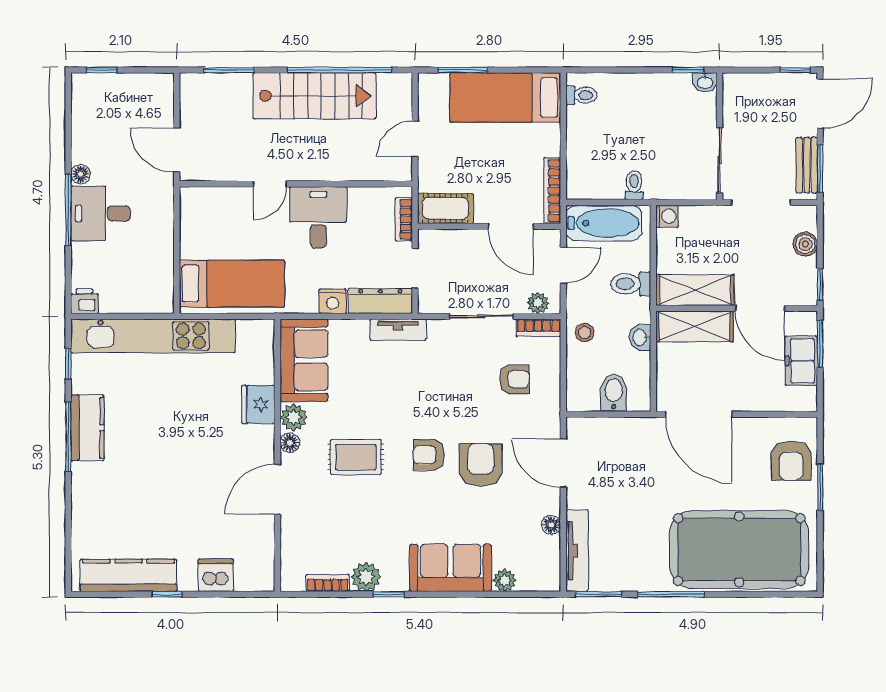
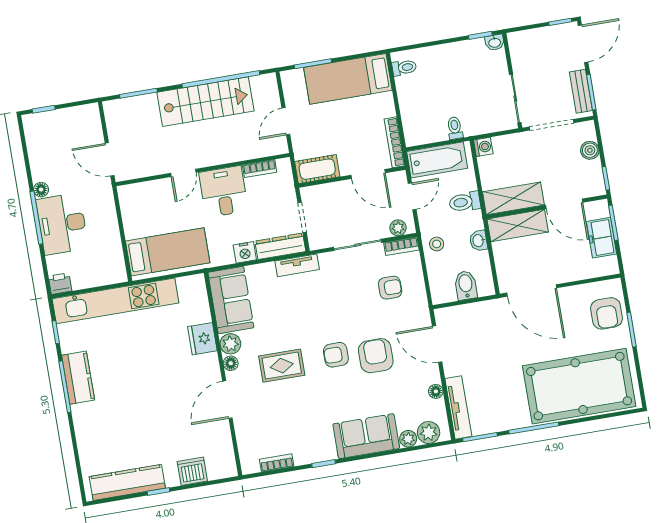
desk: (100, 213) -> (62, 224), width x1.37
bookcase: (404, 219) -> (260, 169), moved, turned -90
plant: (366, 577) -> (429, 433), moved

